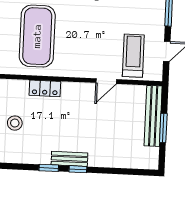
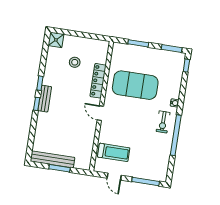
door: (106, 81) -> (100, 113), moved
locker: (45, 88) -> (98, 81), width x1.53
bench: (153, 116) -> (52, 159), moved

